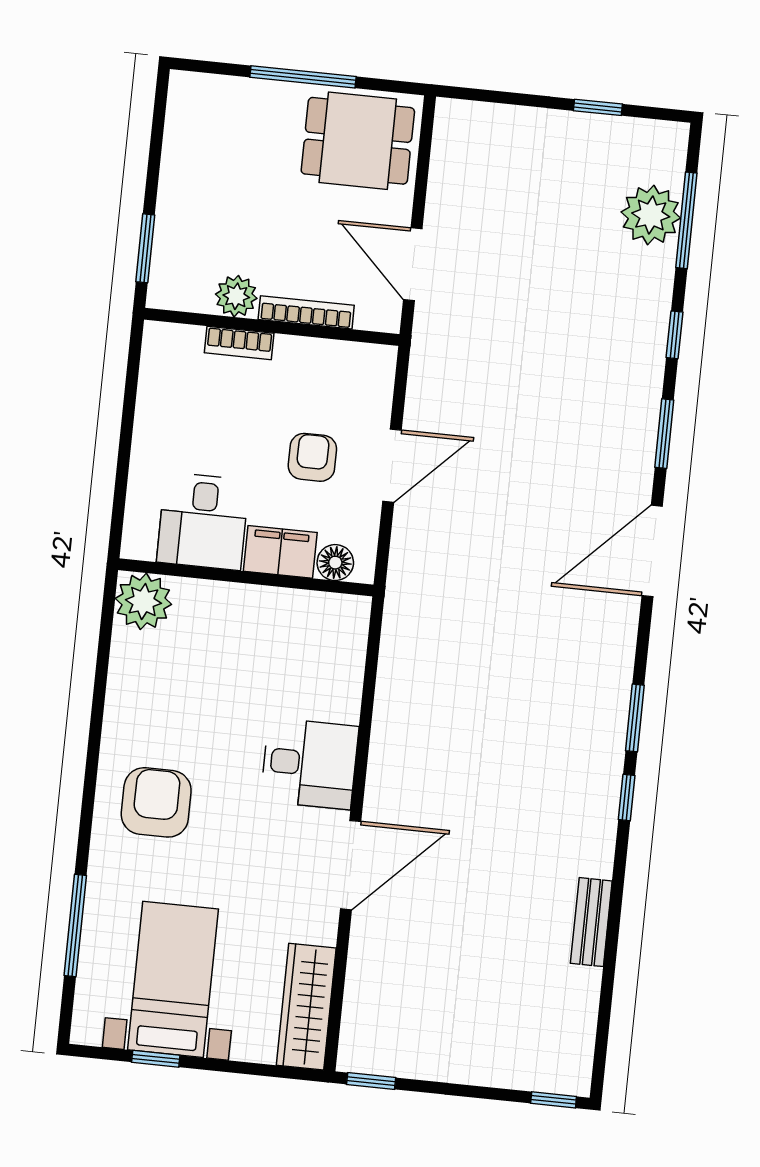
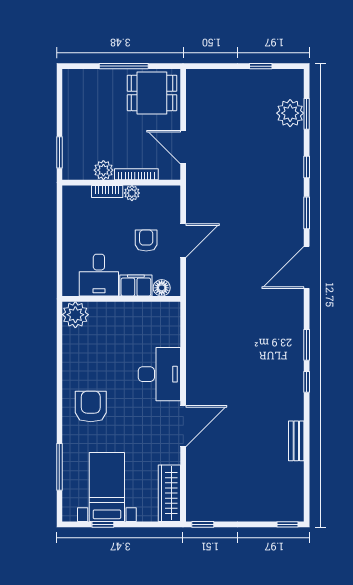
window: (686, 220) -> (307, 114), width x0.69
plant: (292, 352) -> (132, 193), added
desk: (309, 764) -> (159, 374), width x1.37

